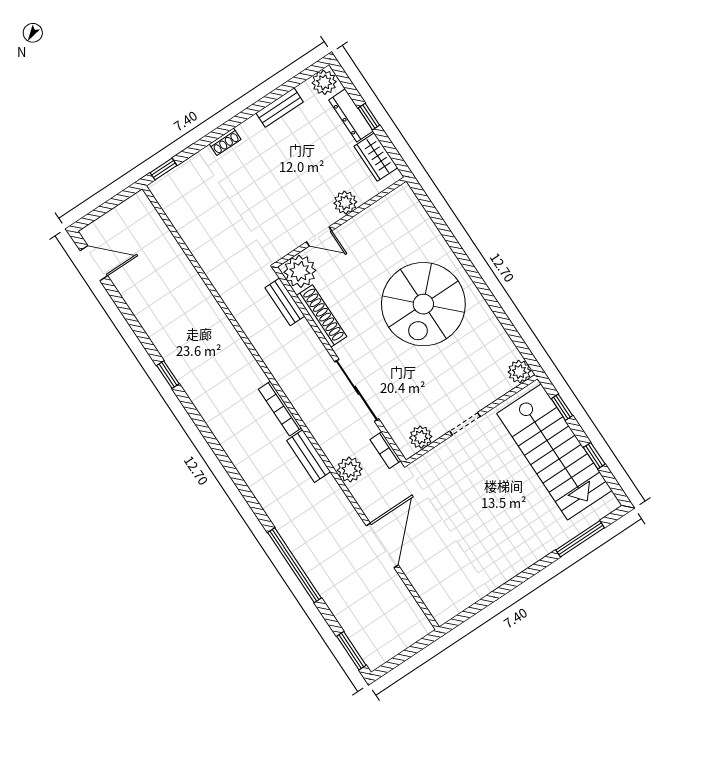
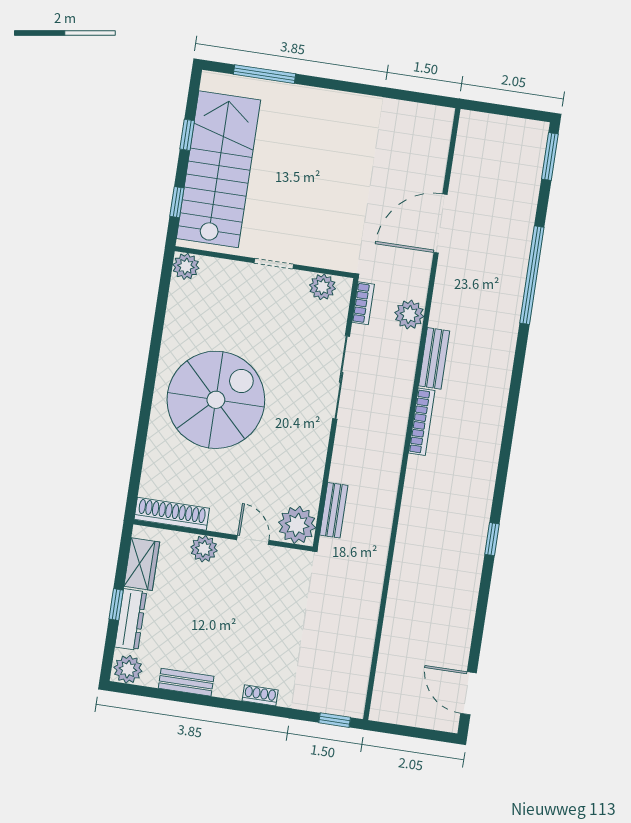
shoe rack: (322, 316) -> (172, 514), moved, turned 90

